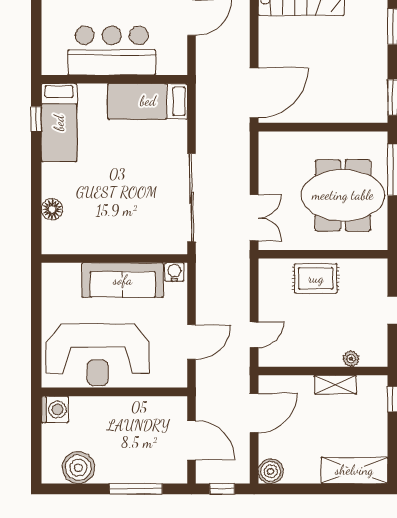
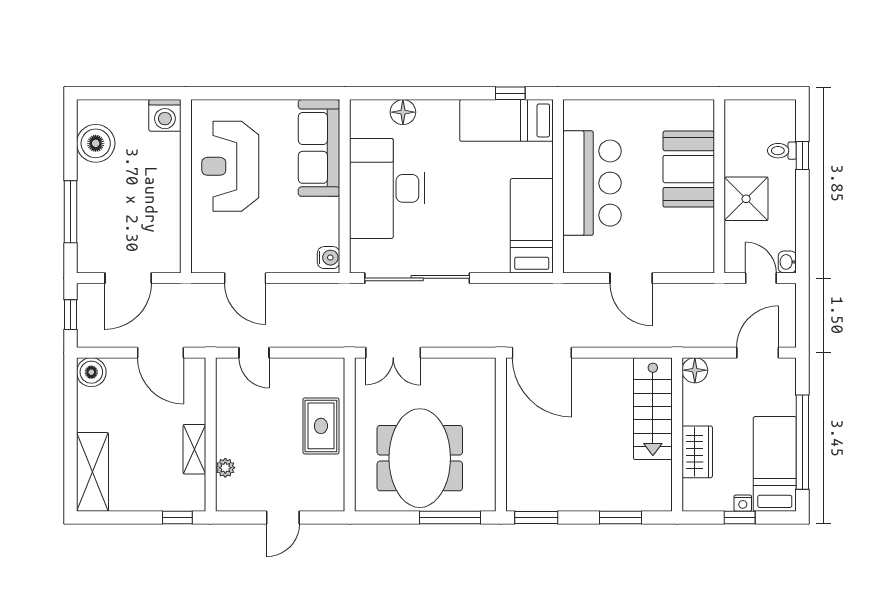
desk: (116, 223) -> (387, 188), added
sofa: (123, 280) -> (319, 148), moved
reception desk: (98, 355) -> (230, 166), width x0.74, depth x0.77

